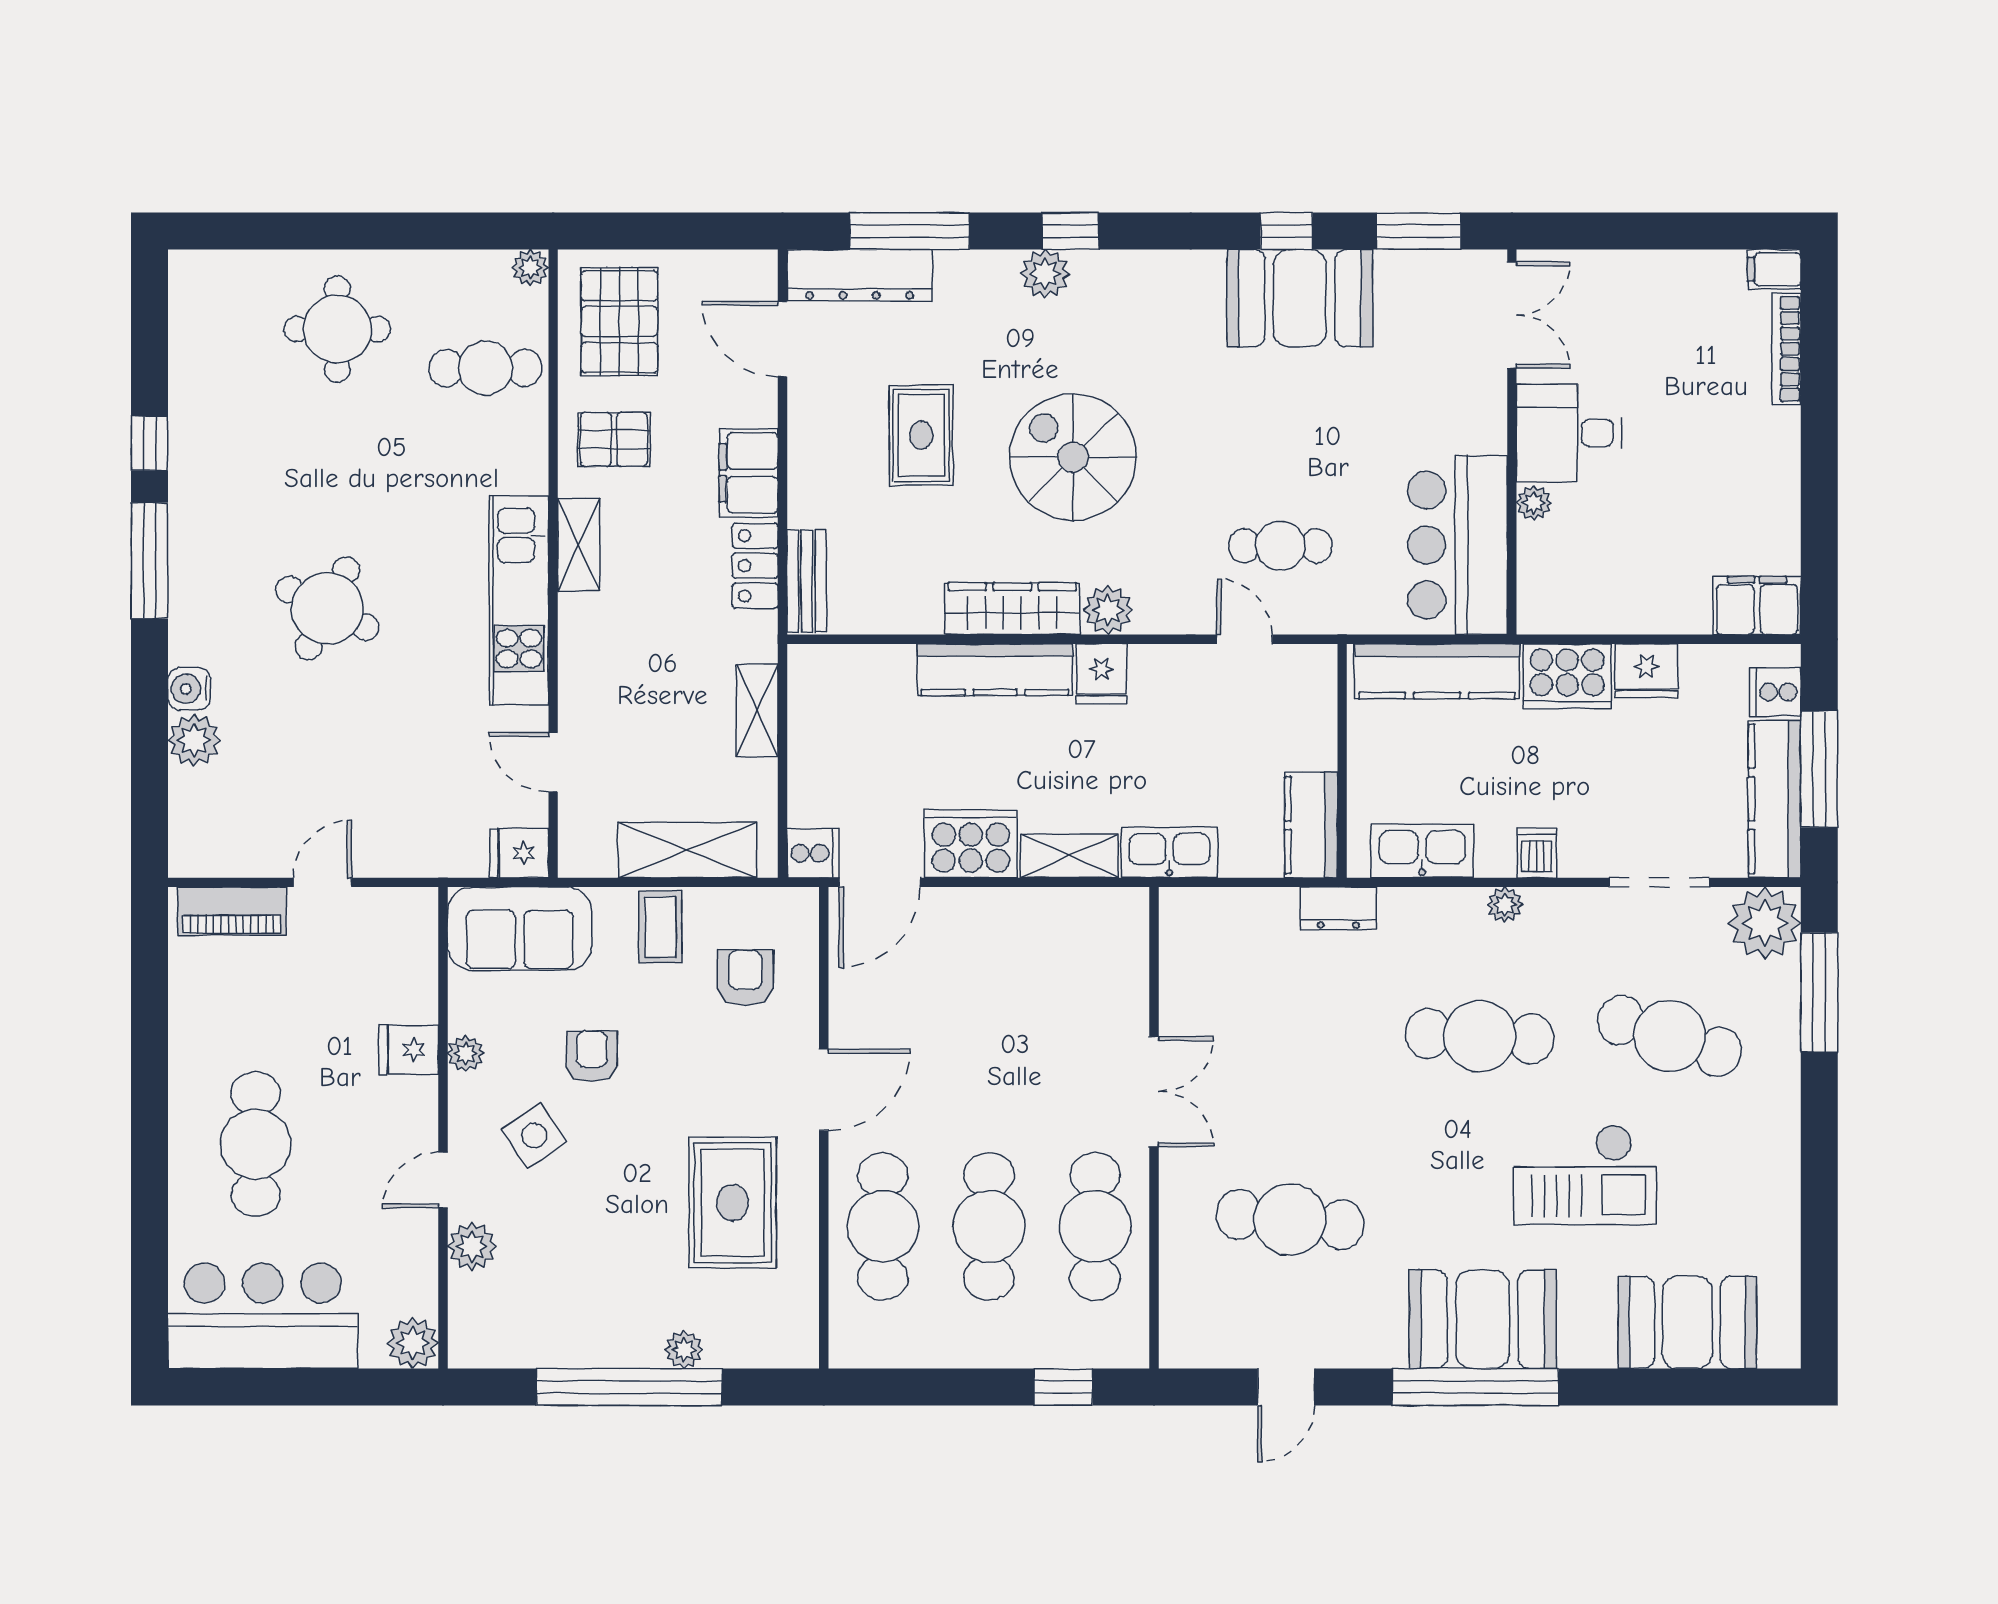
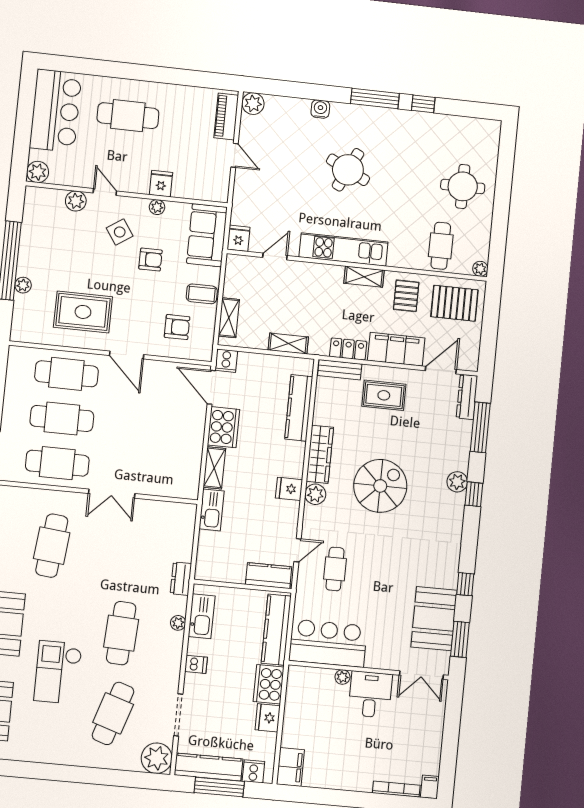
dresser: (860, 275) -> (467, 397), width x0.73, depth x0.80
booth: (1300, 298) -> (434, 619), moved
rug: (921, 435) -> (384, 395), moved
filing cabinet: (749, 473) -> (396, 349), width x1.50, depth x1.17
kitchen counter: (995, 670) -> (299, 408), moved
plant: (194, 740) -> (253, 104), moved
kitchen counter: (1311, 825) -> (269, 576), moved
shelving: (687, 850) -> (229, 318), width x0.67, depth x0.75
plant: (1505, 905) -> (178, 623), moved
window: (1819, 992) -> (125, 779), removed

